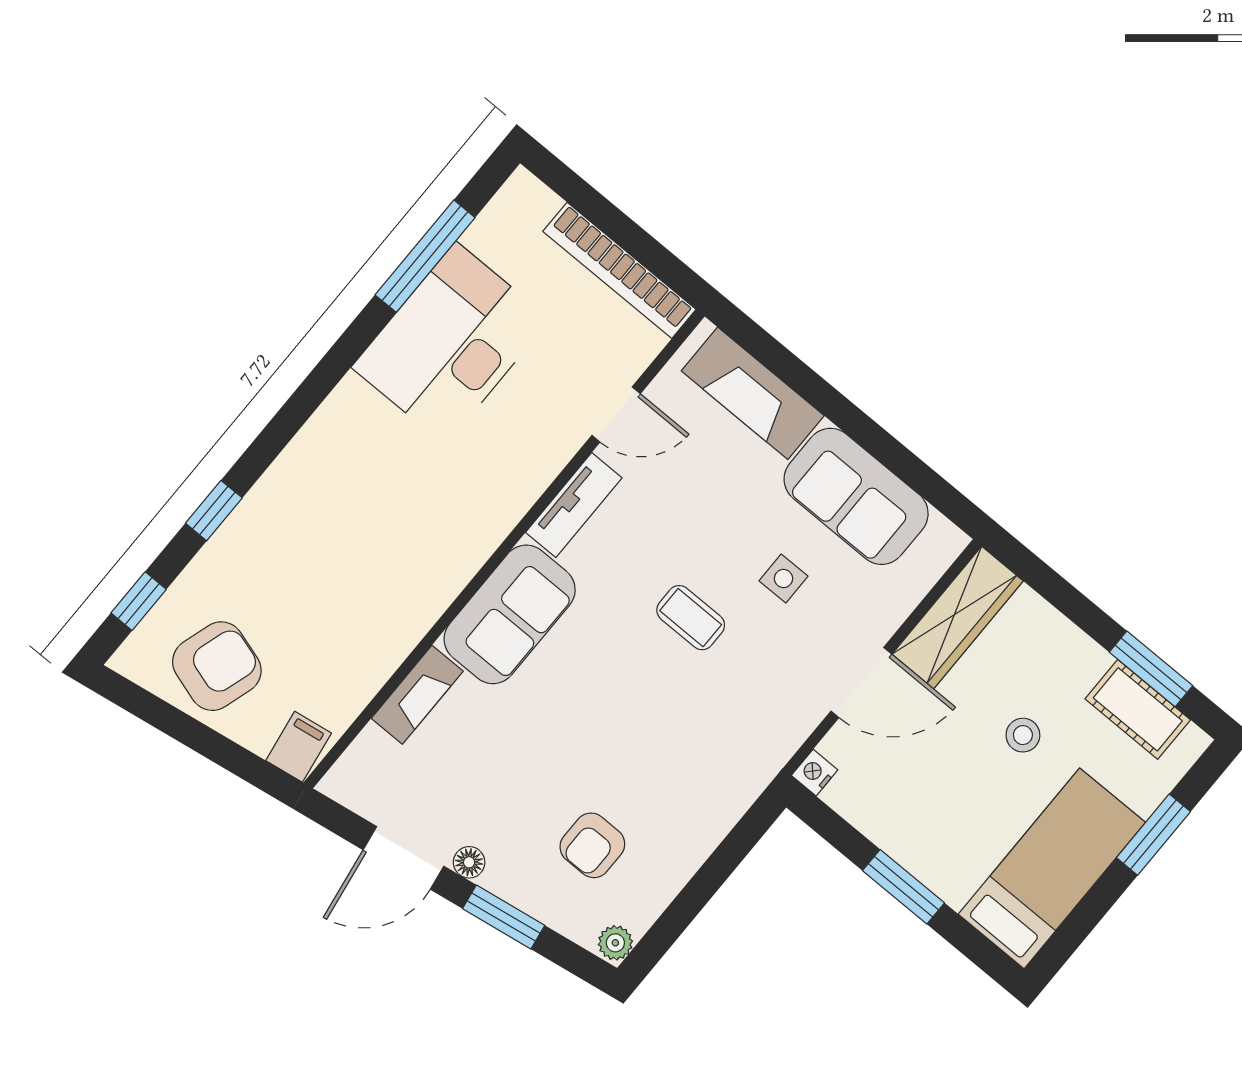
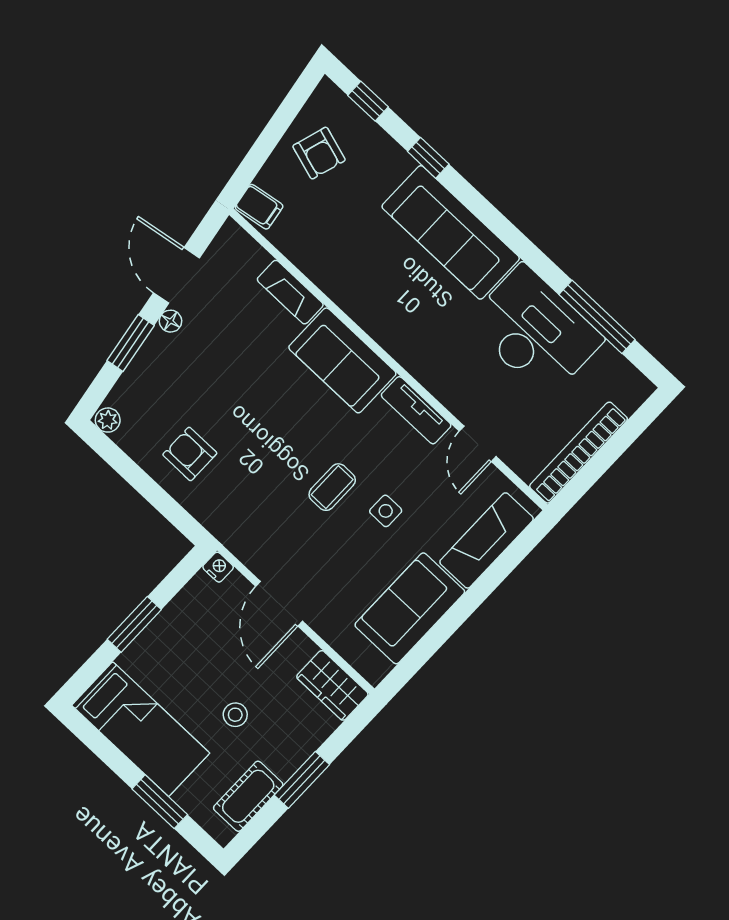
sofa: (318, 472) -> (451, 232), added
side table: (783, 579) -> (386, 511), moved
wardrobe: (958, 618) -> (332, 685), width x0.67
armchair: (217, 666) -> (319, 153), width x0.72, depth x0.72
window: (1151, 669) -> (302, 780), moved
armchair: (592, 845) -> (190, 454), moved

